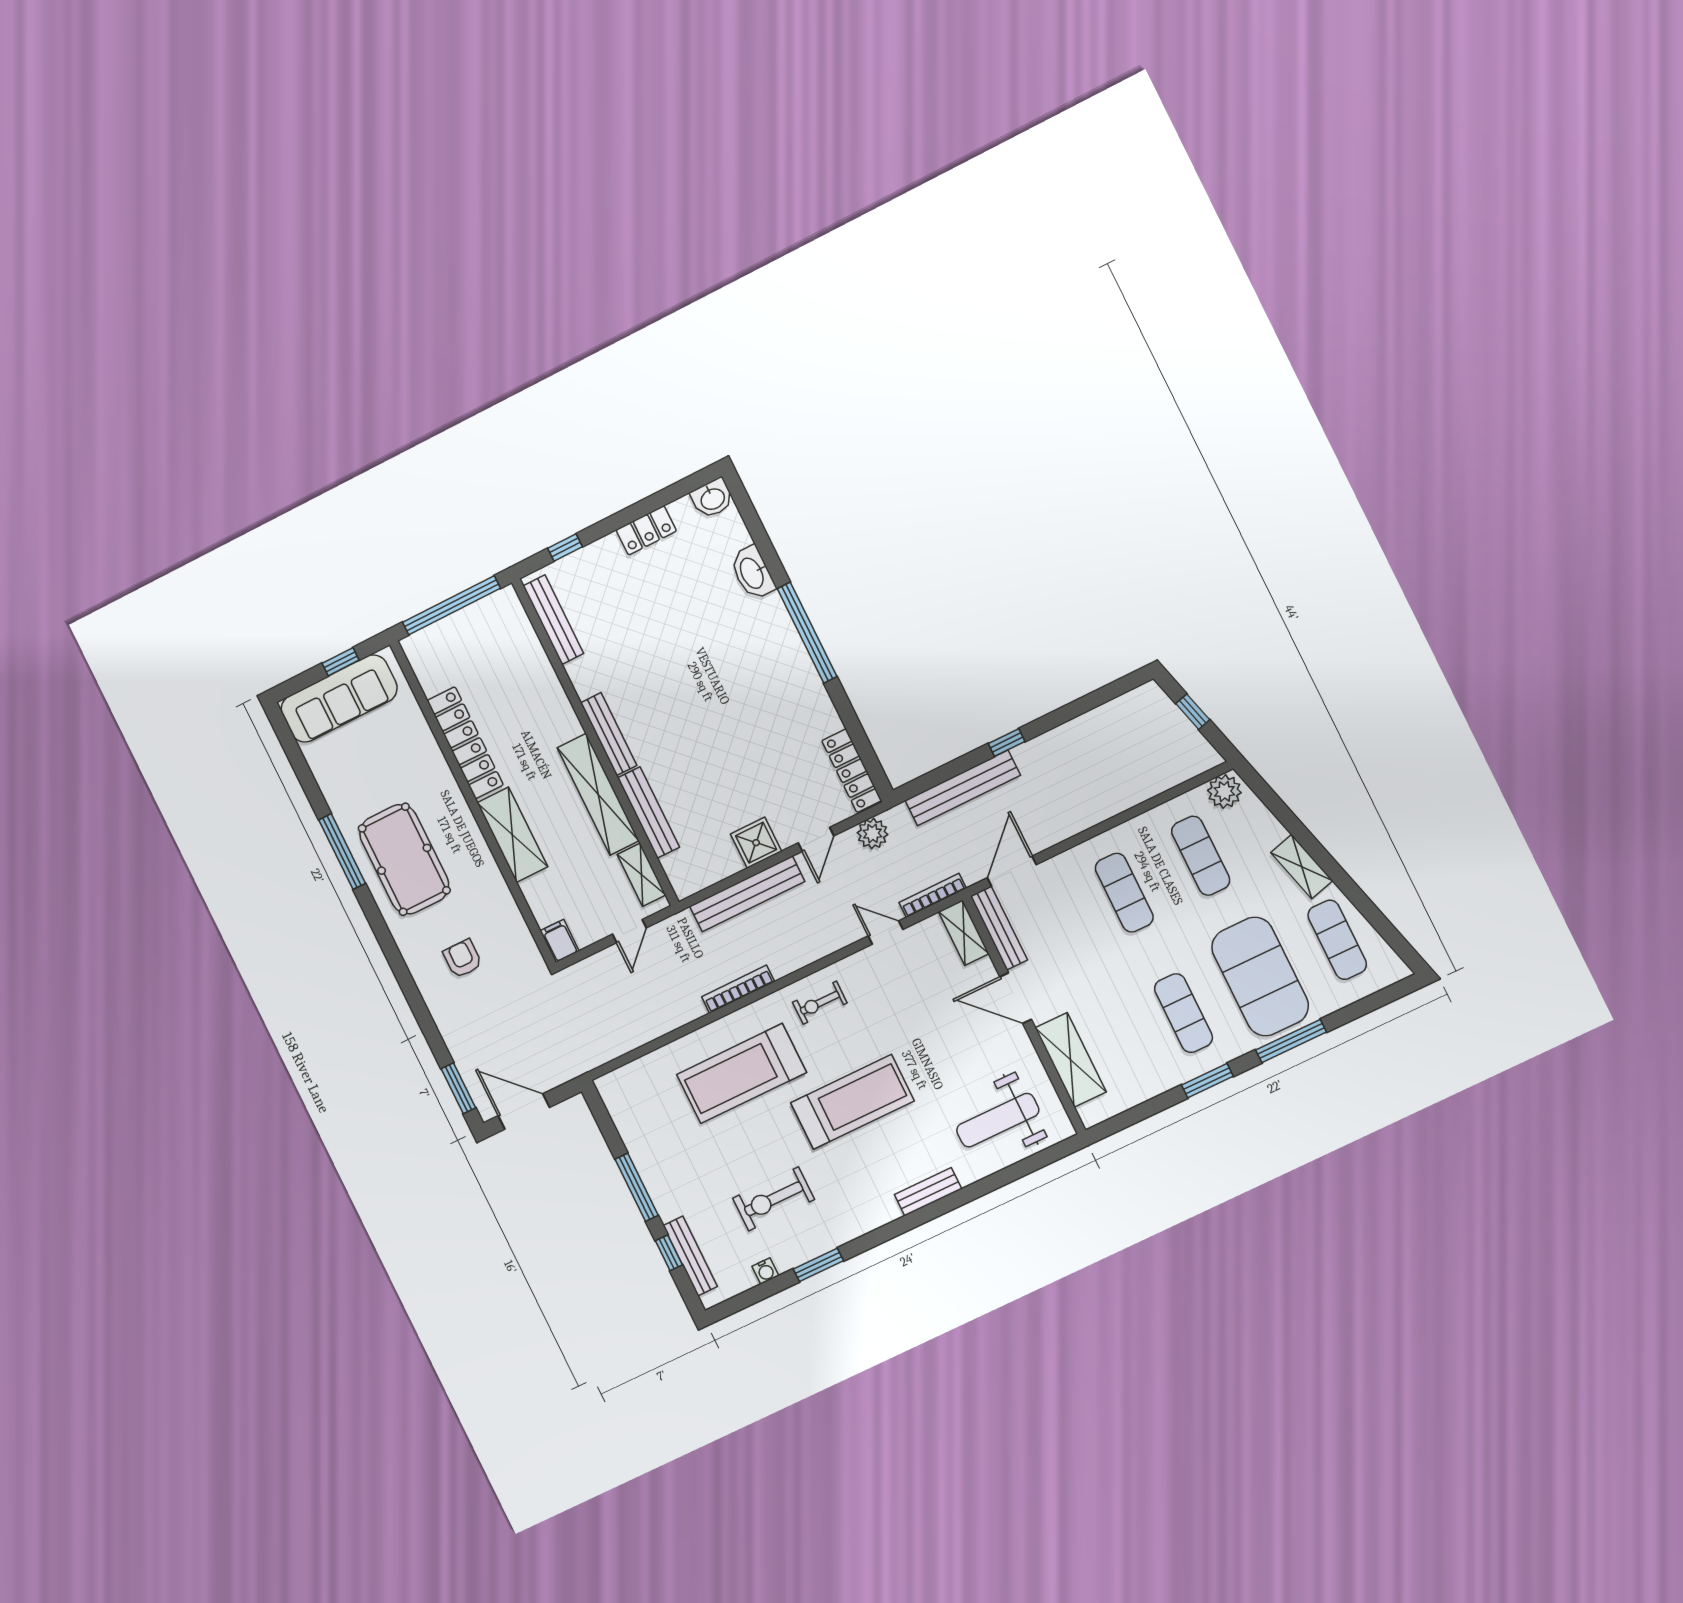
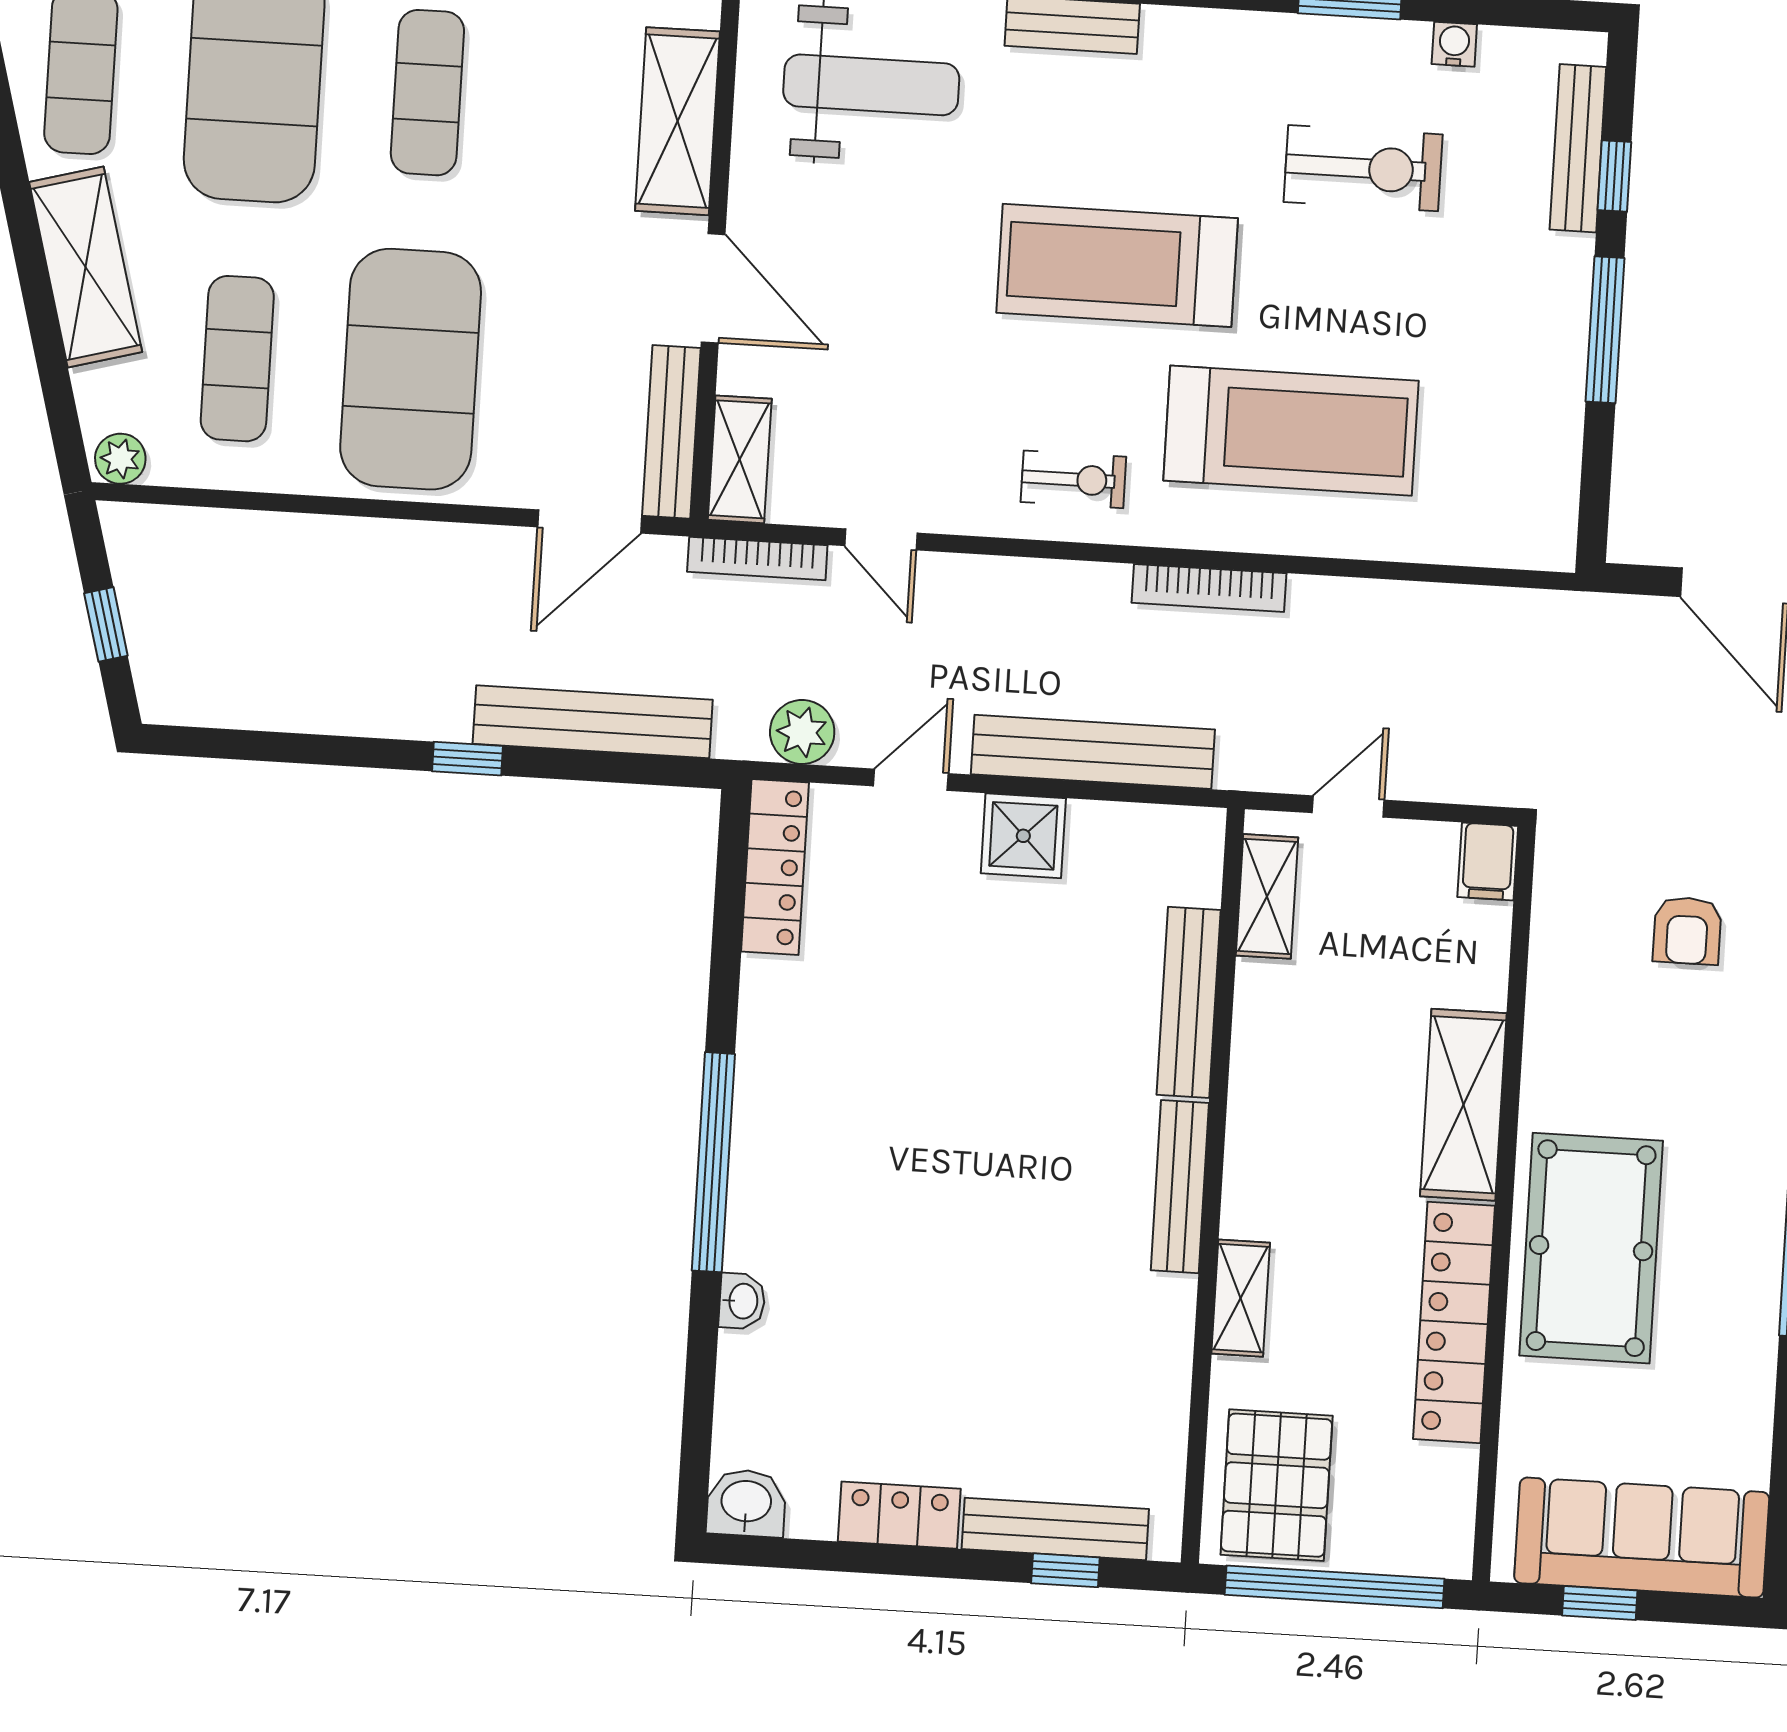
washbasin: (753, 573) -> (742, 1301), width x0.52, depth x0.69
bench: (553, 620) -> (1055, 1529), moved, turned 90
pallet: (499, 633) -> (1277, 1485), added
plant: (1224, 791) -> (120, 459), width x0.73, depth x0.73
shelving: (598, 794) -> (1241, 1298), moved, width x0.45, depth x0.75
pool table: (404, 859) -> (1591, 1248), moved
shelving: (1302, 867) -> (86, 267), width x1.50, depth x1.33
exercise mat: (1124, 893) -> (411, 369), width x2.00, depth x1.45

